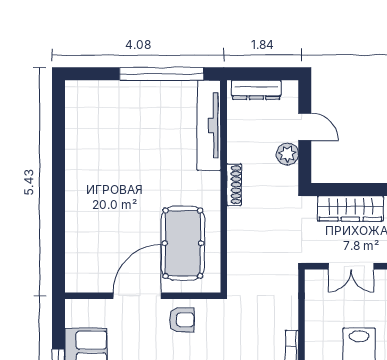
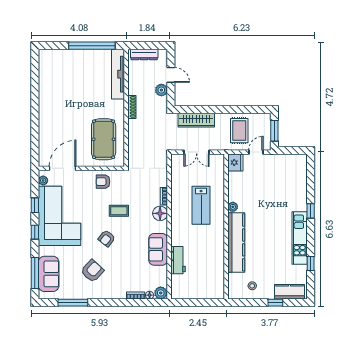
door: (137, 296) -> (63, 168), moved
plant: (73, 318) -> (43, 181), added
armchair: (182, 320) -> (103, 182), turned 180

